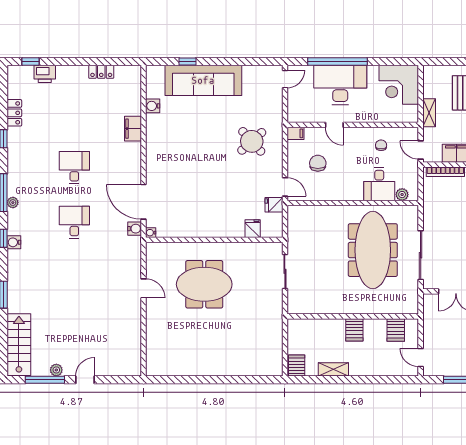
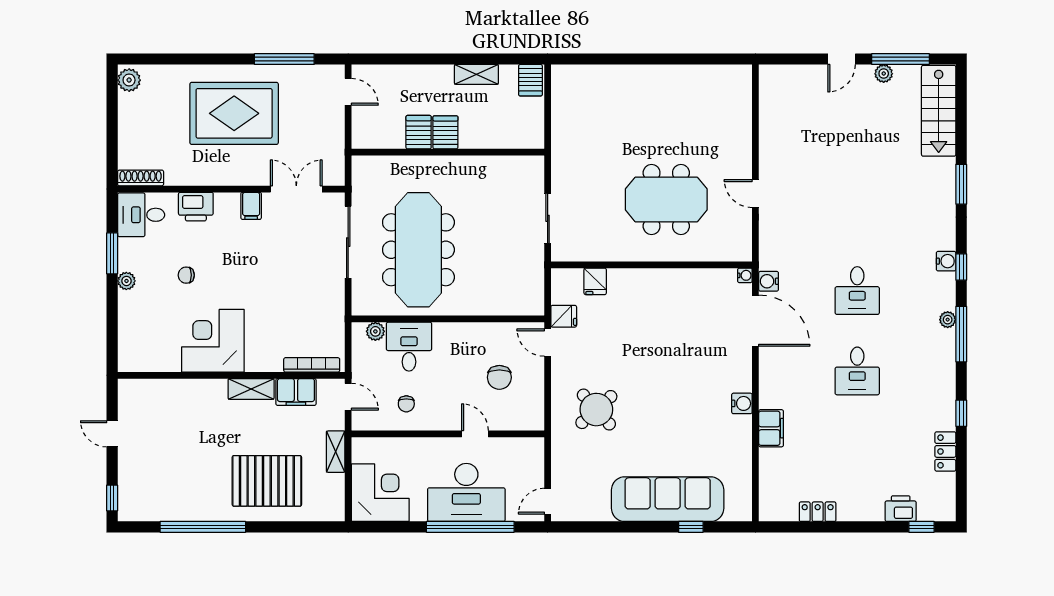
water cooler: (153, 106) -> (742, 403), moved
filing cabinet: (296, 133) -> (532, 421), removed
server rack: (396, 330) -> (419, 132), moved

